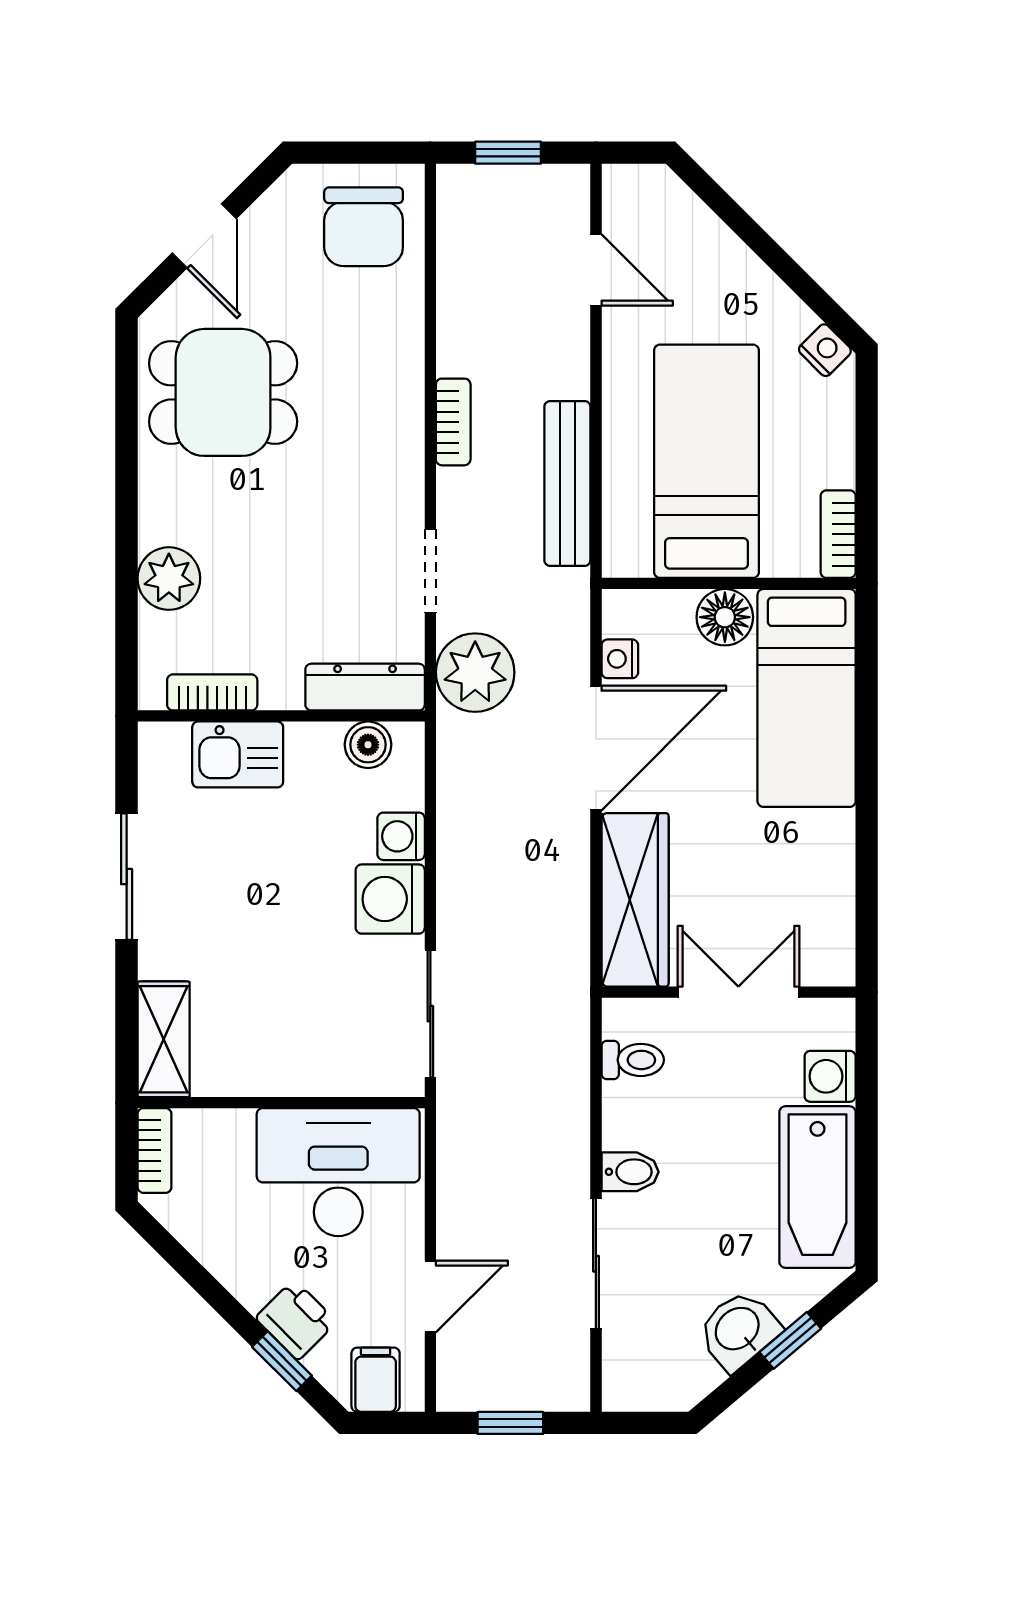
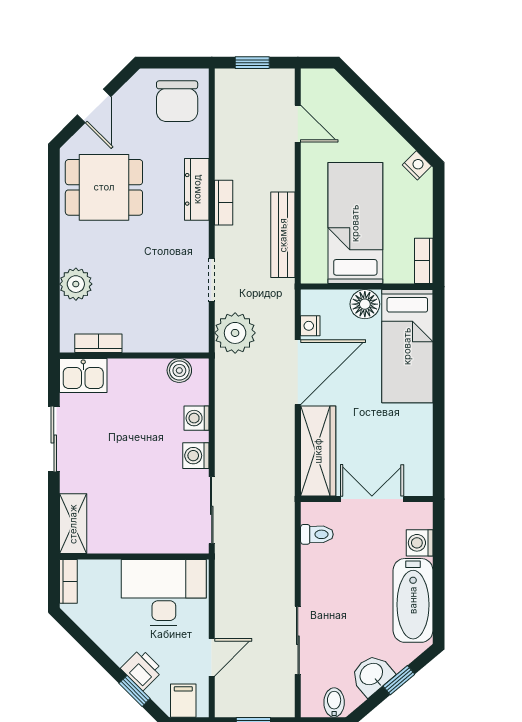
dresser: (365, 687) -> (197, 189), moved, turned -90
kitchen sink: (238, 754) -> (83, 376), moved
washing machine: (390, 899) -> (196, 456), width x0.73, depth x0.73
bidet: (630, 1172) -> (334, 702), moved, turned -90

